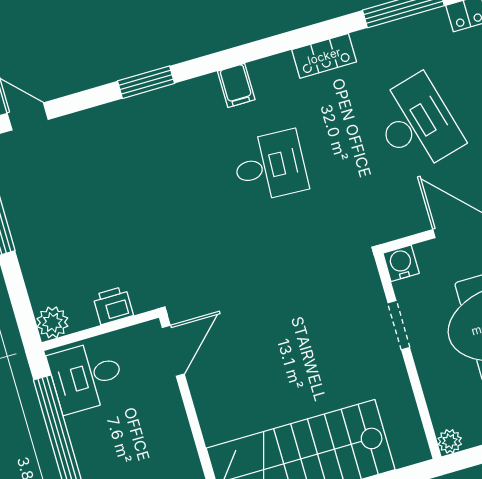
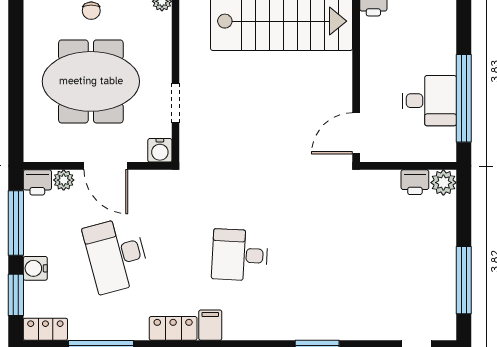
filing cabinet: (236, 85) -> (210, 325), moved
printer: (113, 305) -> (415, 182), moved
desk: (87, 377) -> (429, 101), moved

